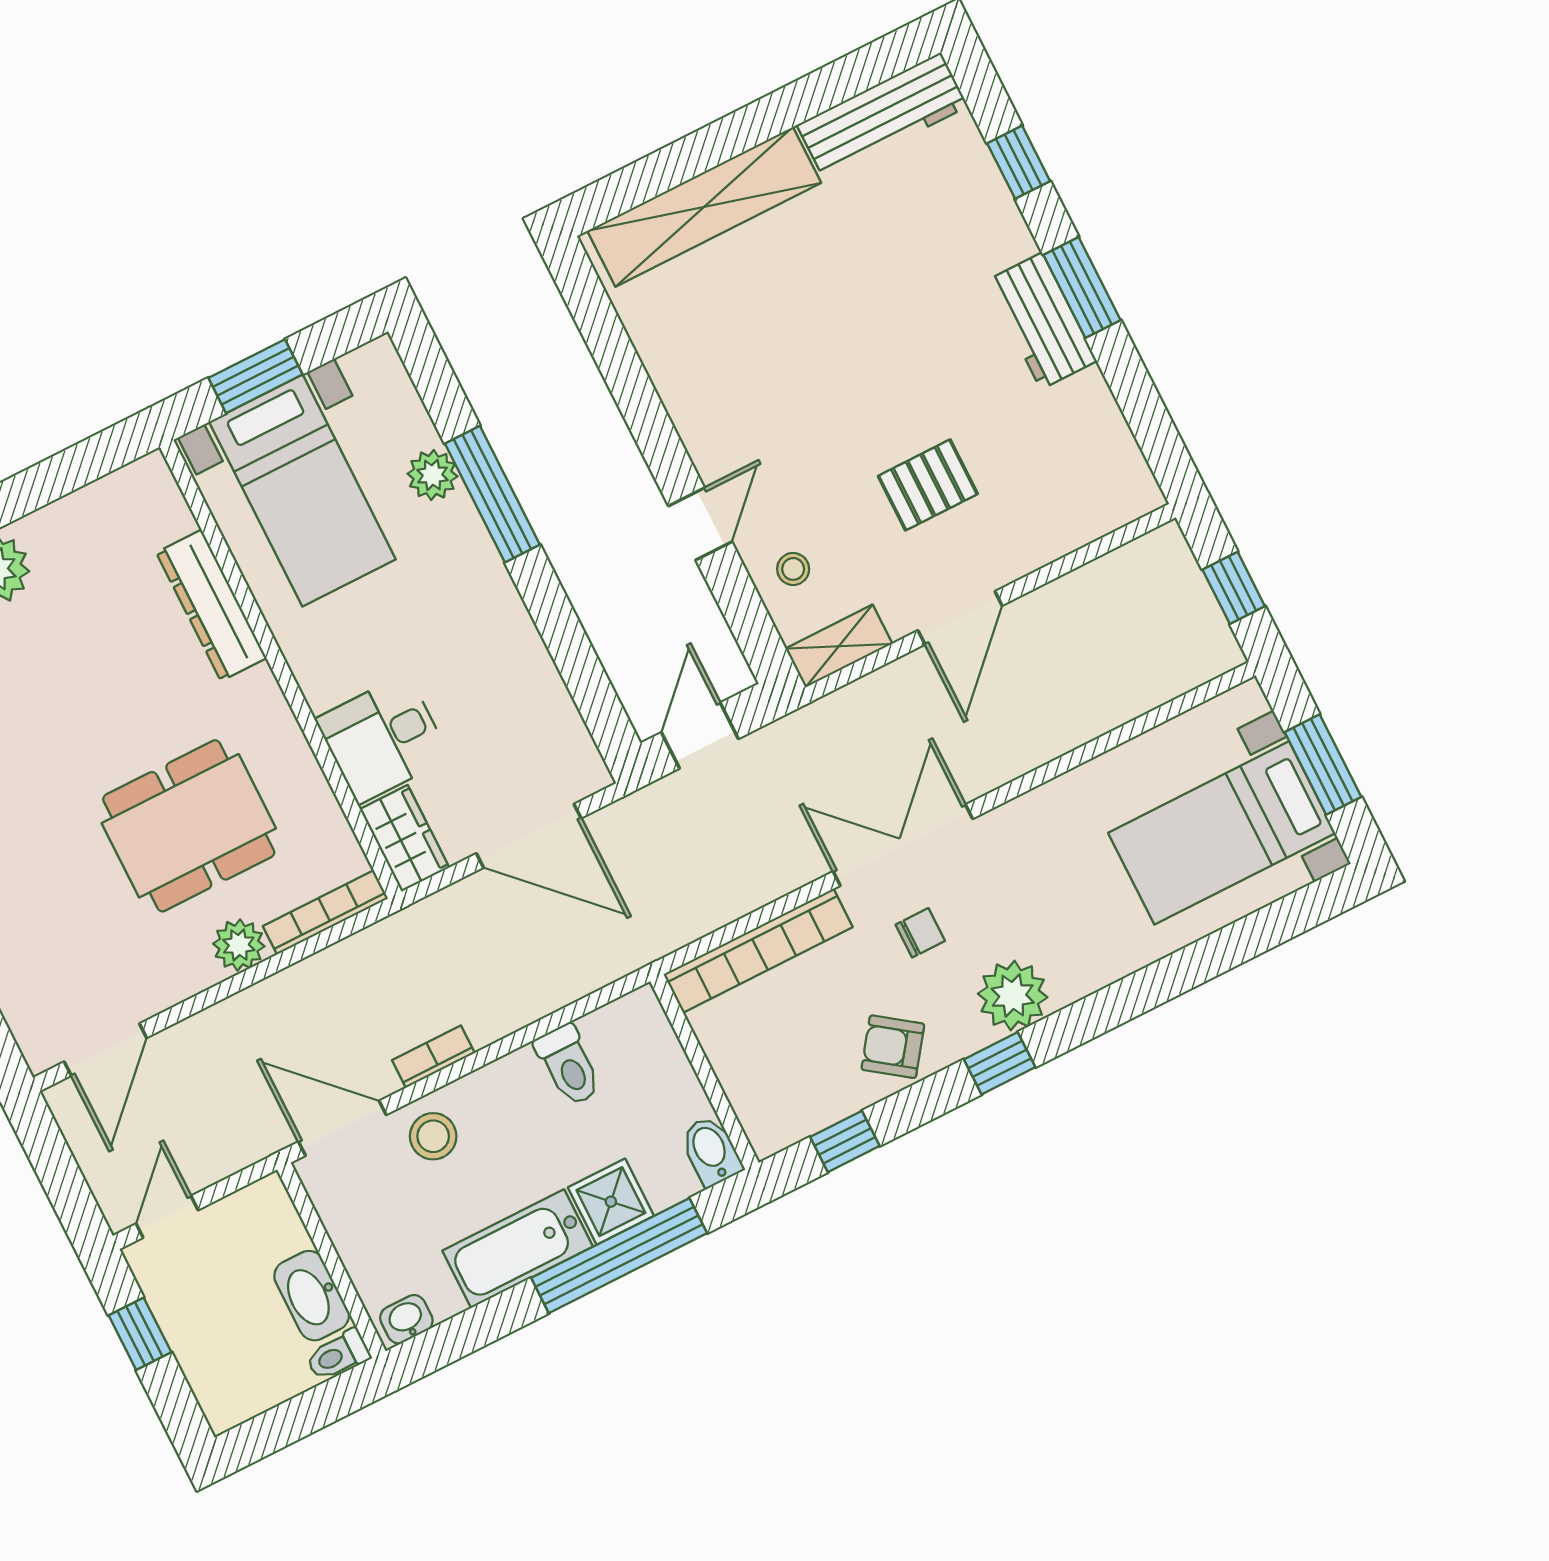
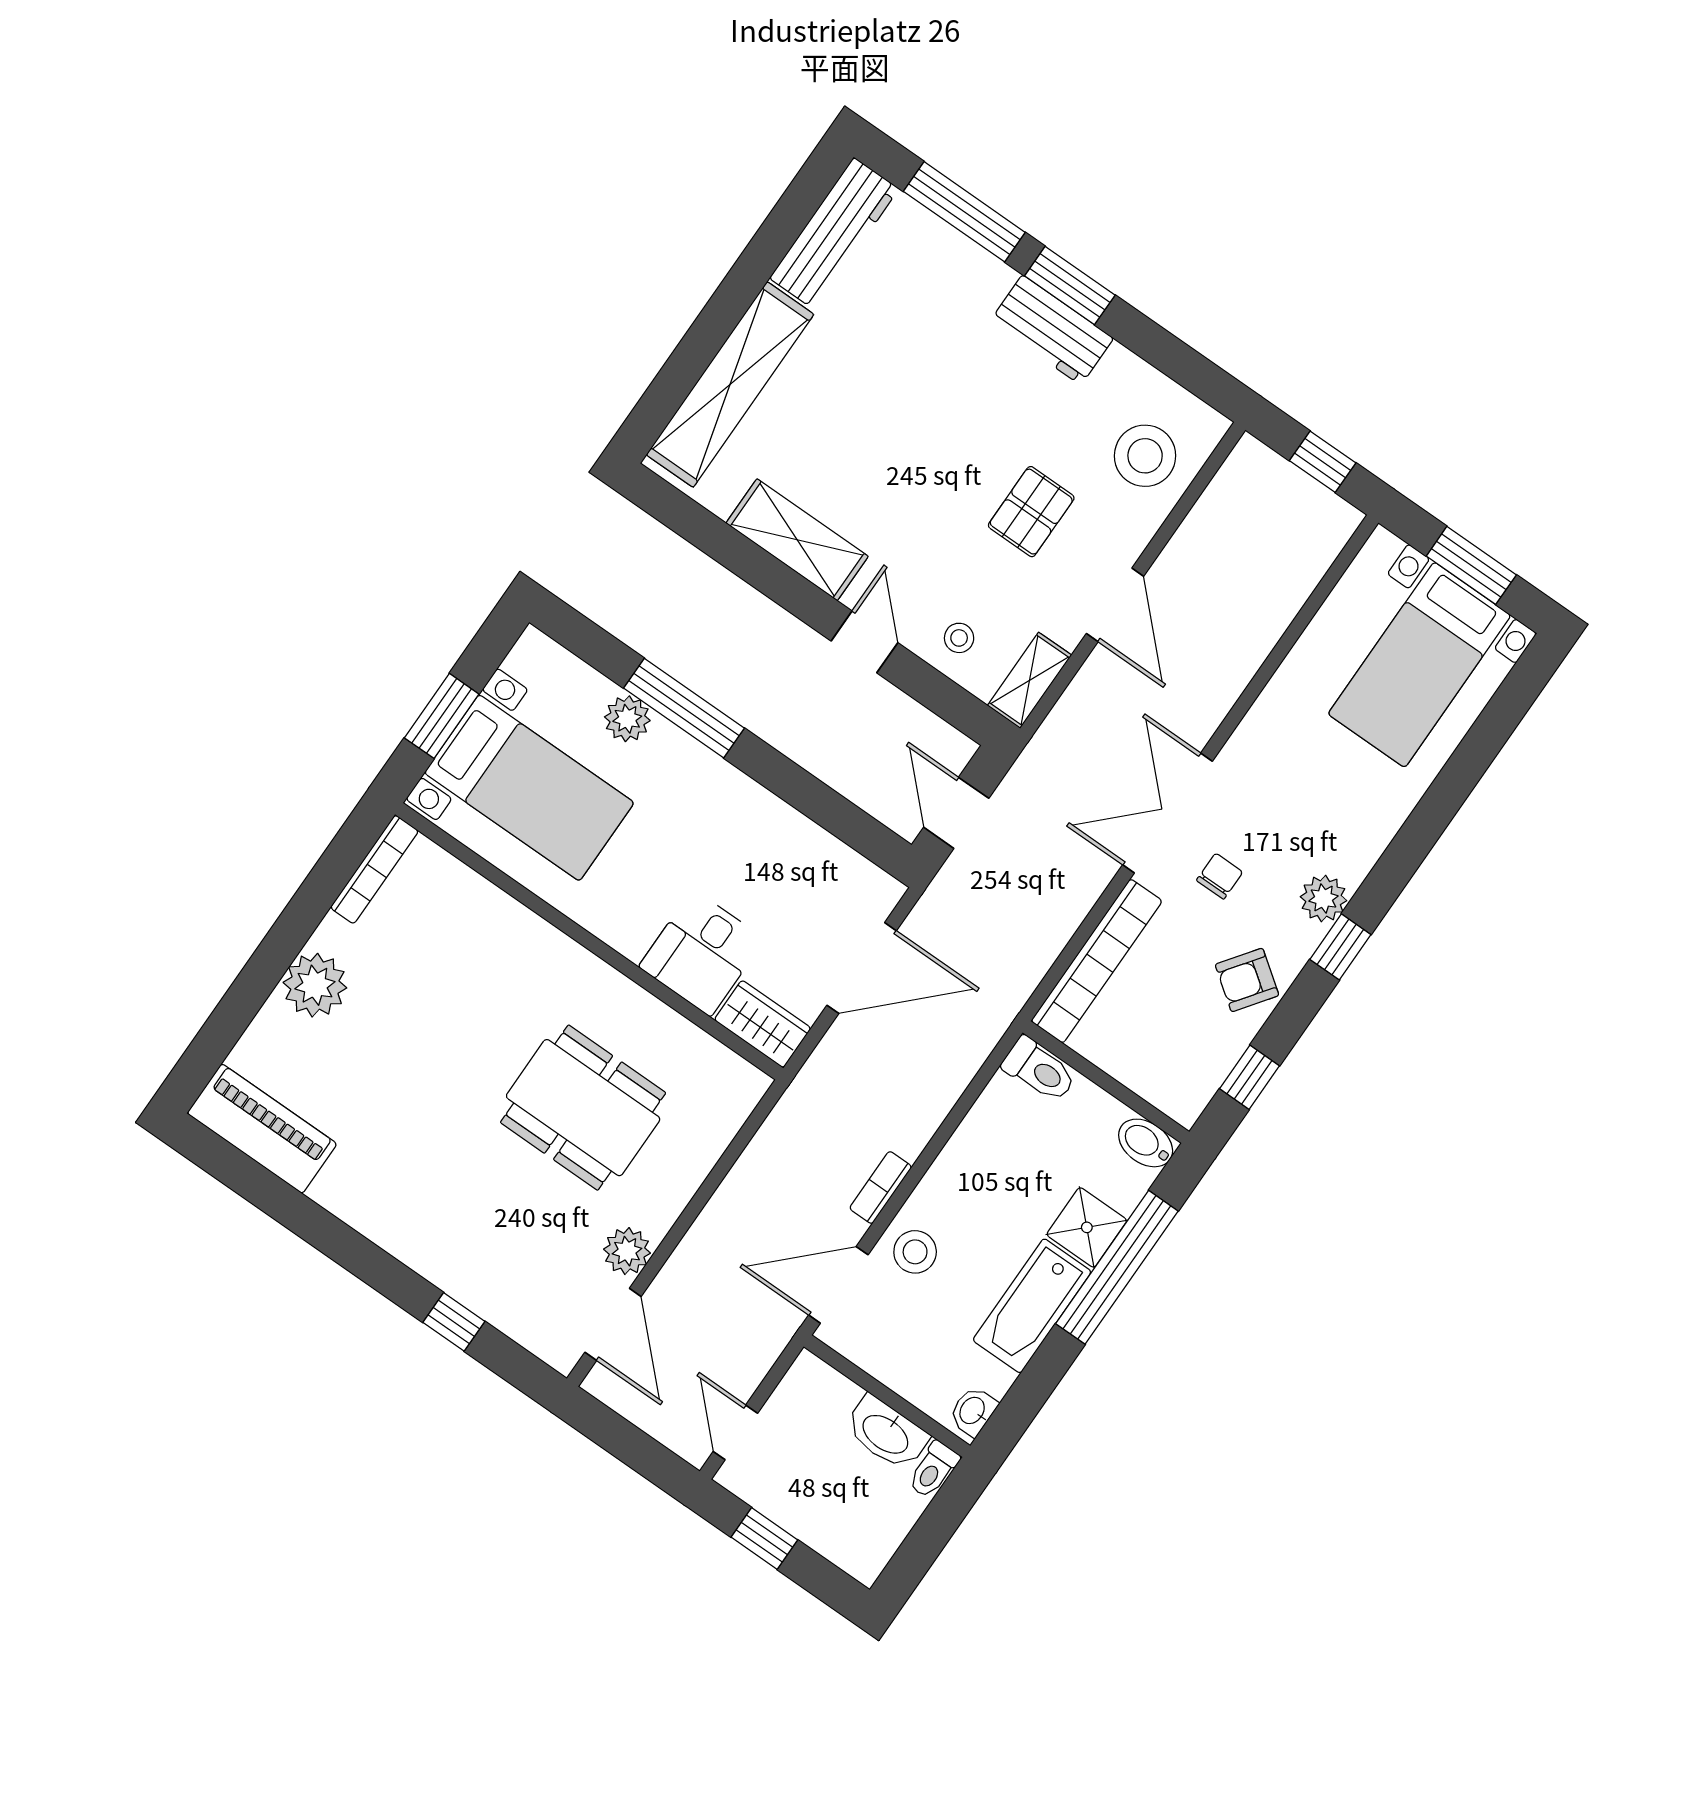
window: (1019, 162) -> (964, 212), width x2.17
shelving: (688, 391) -> (797, 540), added
stool: (1066, 490) -> (1145, 456), added
dresser: (211, 605) -> (505, 920), removed
dining table: (189, 826) -> (583, 1108), turned 90
bookcase: (325, 912) -> (374, 869), moved, turned 180
plant: (239, 945) -> (627, 1251), moved
plant: (1013, 996) -> (1324, 899), width x0.73, depth x0.73
toilet: (568, 1065) -> (1039, 1070), moved

